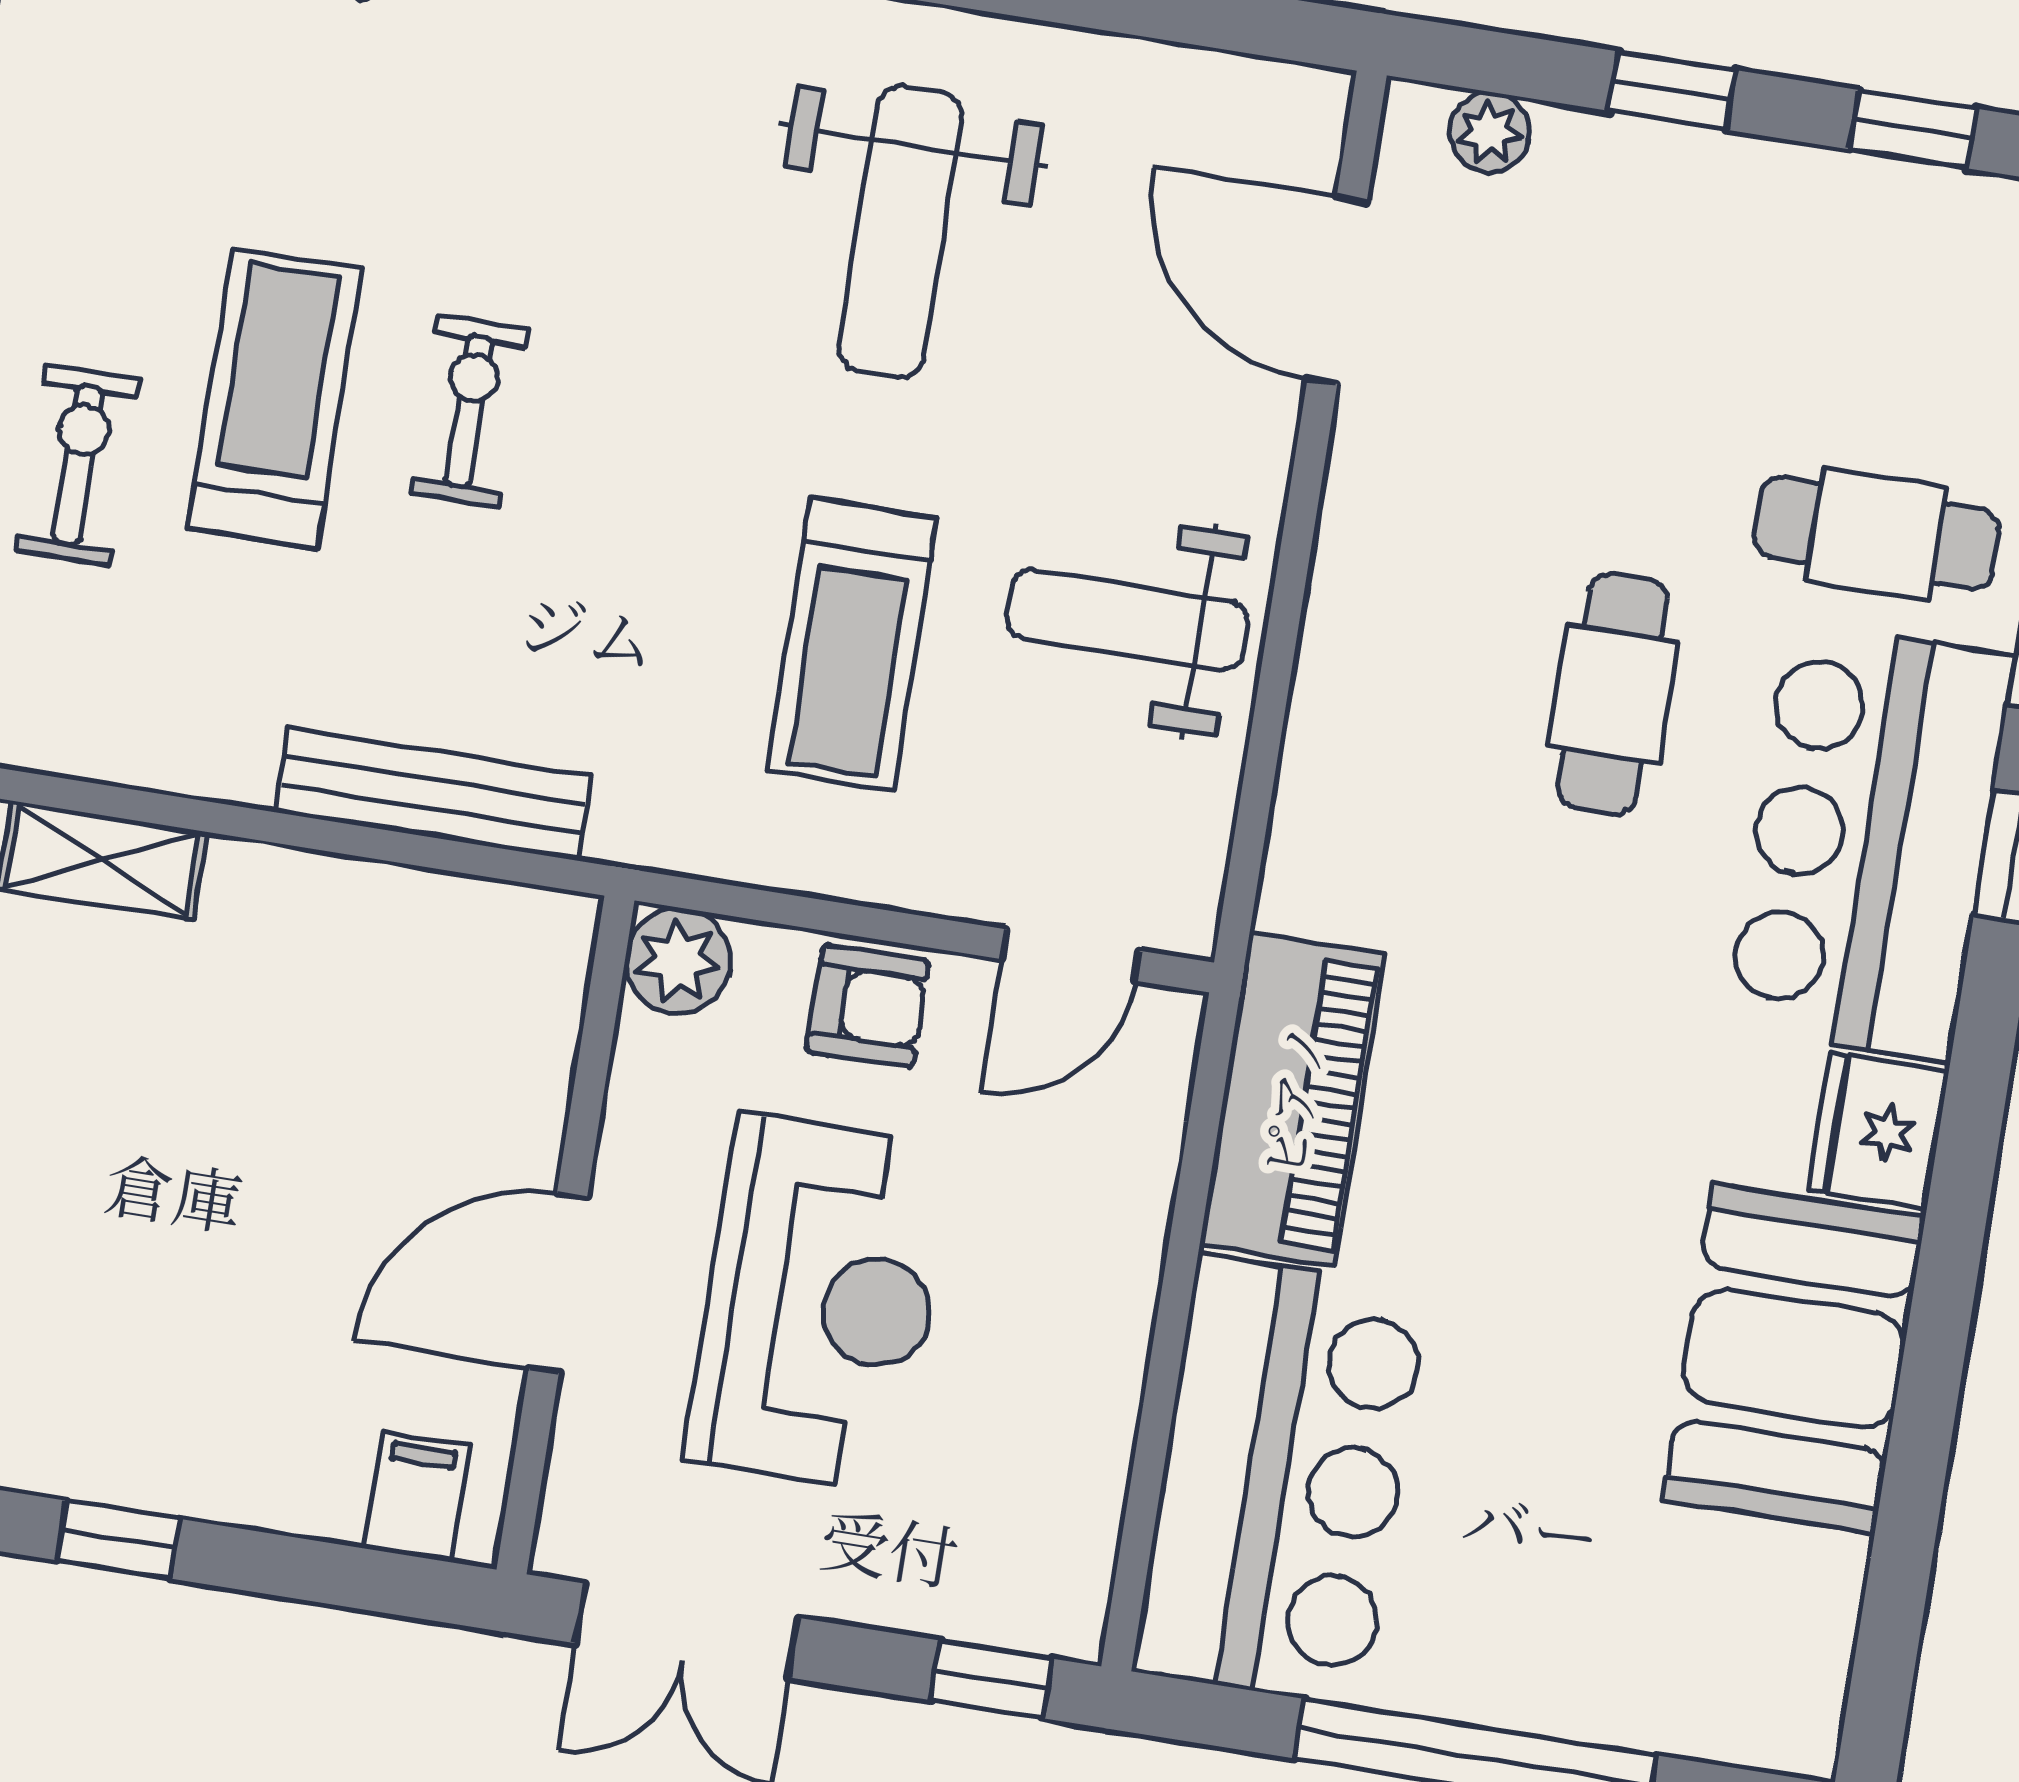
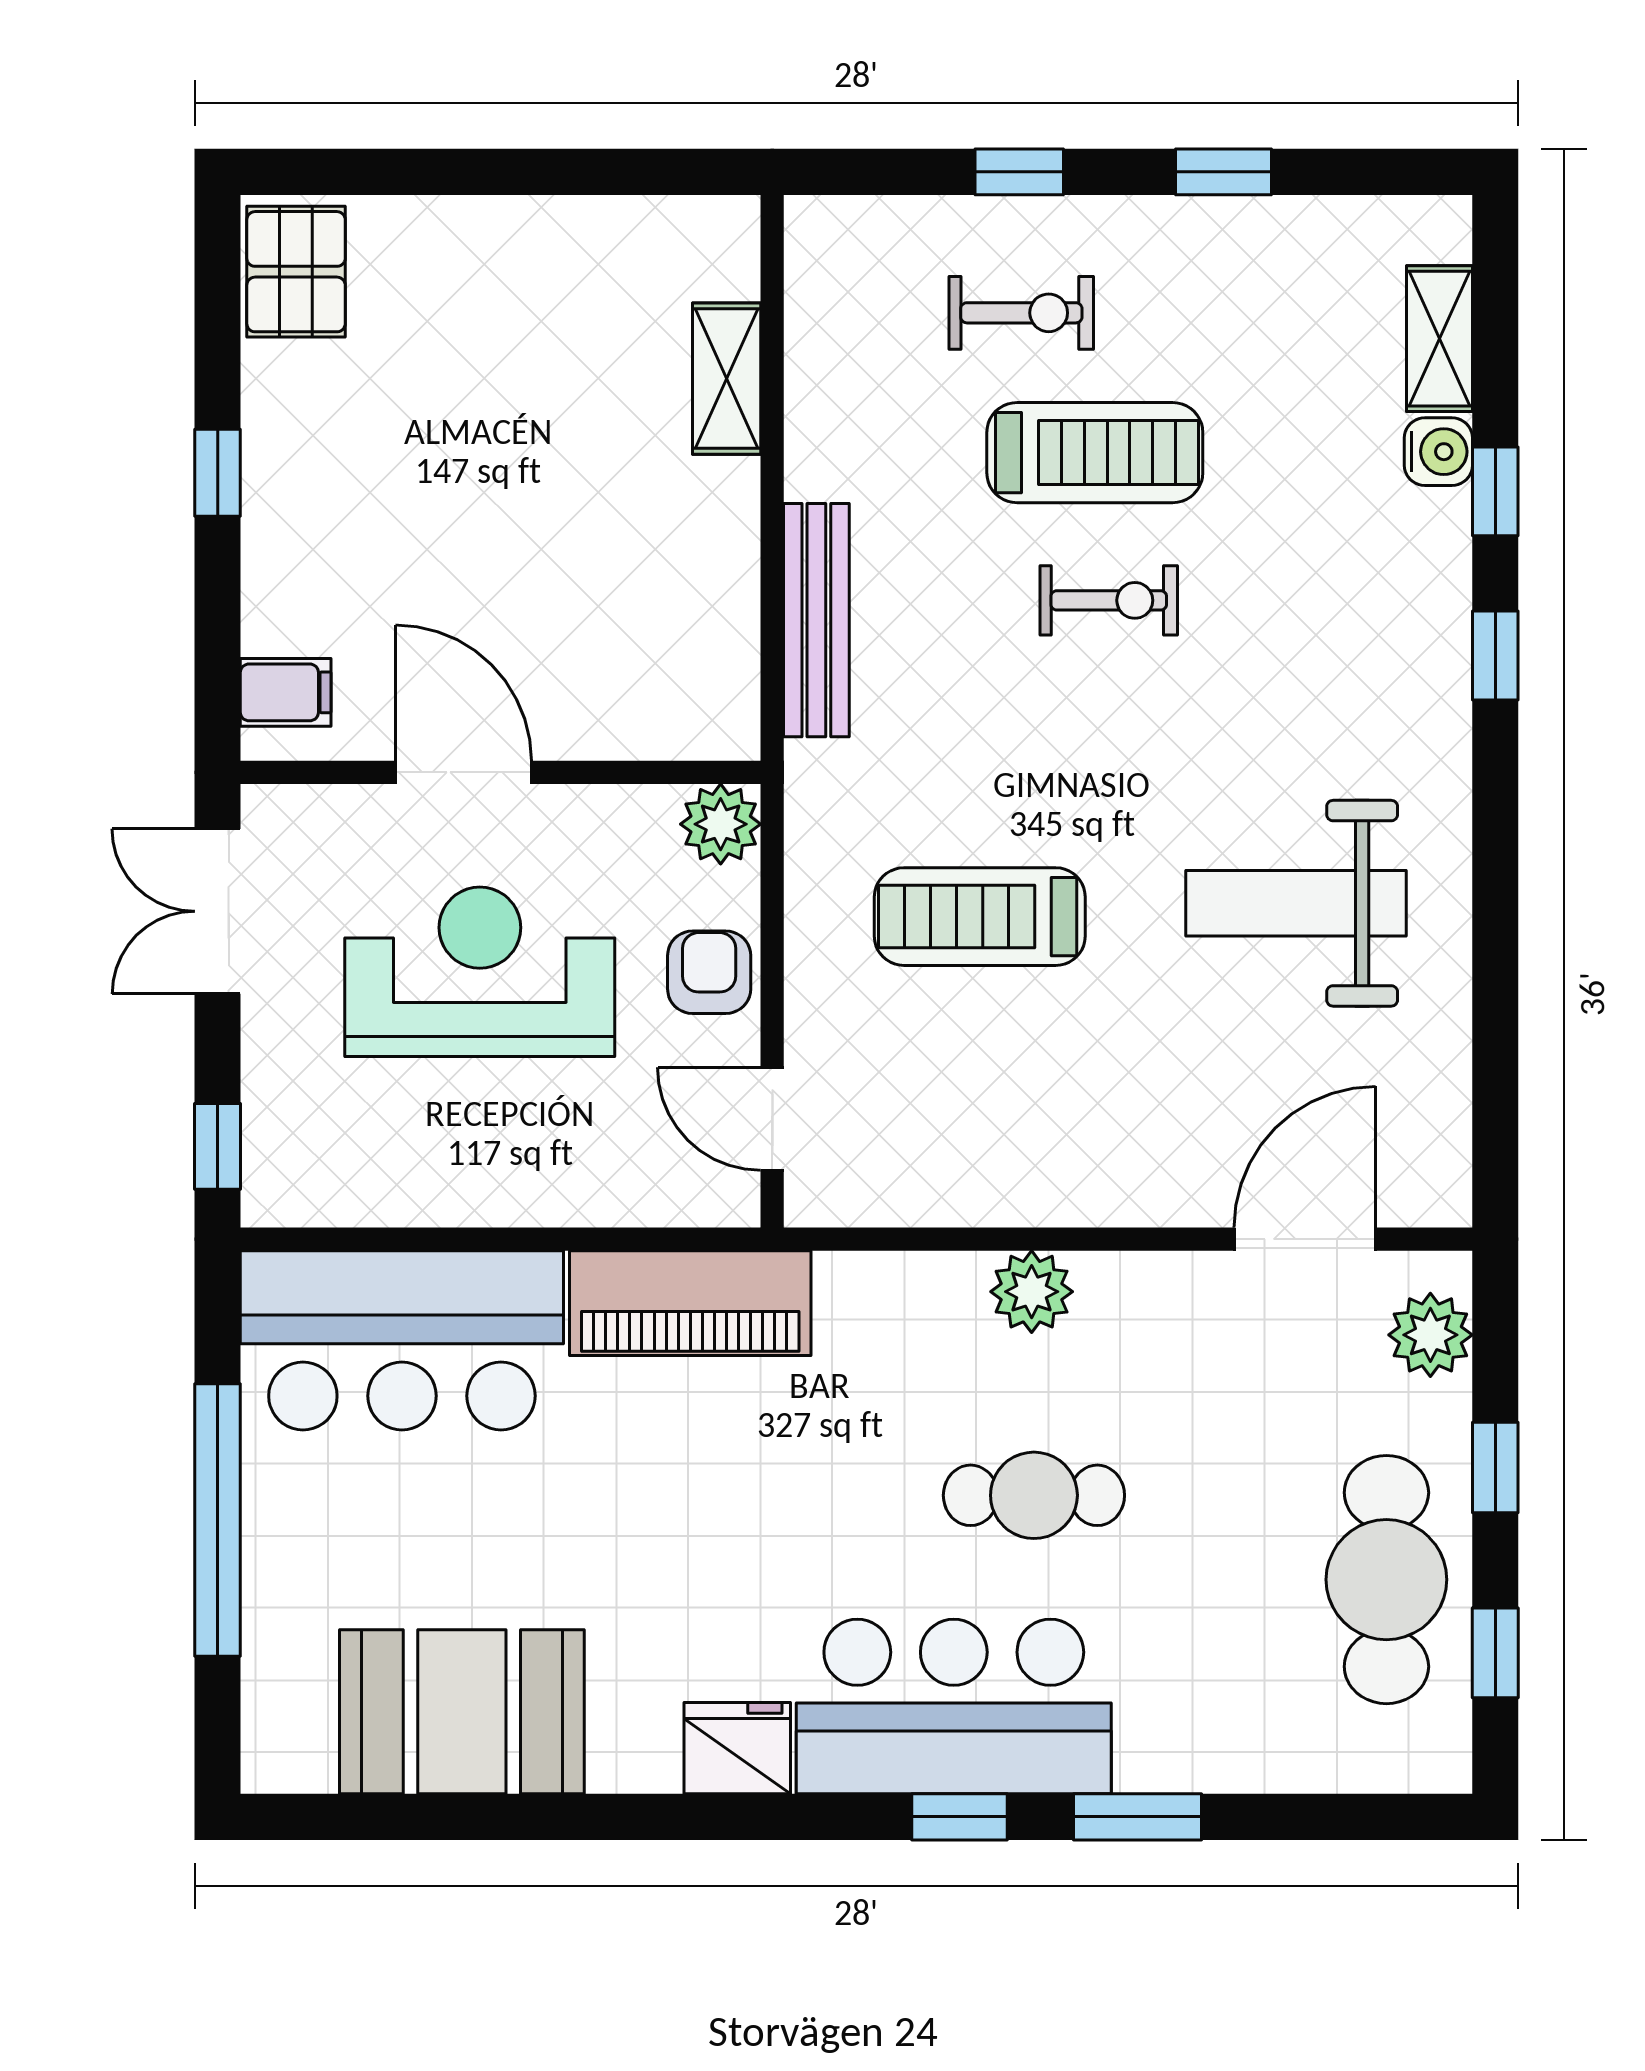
plant: (1490, 132) -> (1430, 1335), width x1.38, depth x1.38
cafe table: (1876, 533) -> (1386, 1580), moved, width x1.37, depth x1.35
weight bench: (1128, 620) -> (1031, 1121), removed
plant: (1348, 655) -> (1032, 1292), added
armchair: (868, 1006) -> (709, 972), turned 180
reception desk: (819, 1303) -> (480, 972), turned 180
booth: (1794, 1359) -> (462, 1712), moved

